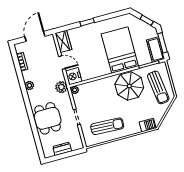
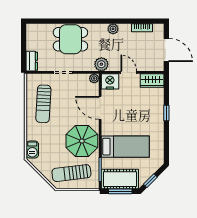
cot: (156, 49) -> (120, 179), width x1.37, depth x1.34
bed: (120, 50) -> (125, 147), width x0.67
door: (62, 63) -> (129, 72), swing flipped
door: (98, 78) -> (100, 108), added
dresser: (62, 149) -> (32, 61), moved

